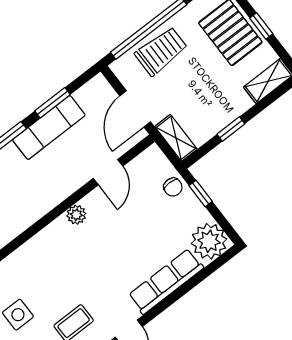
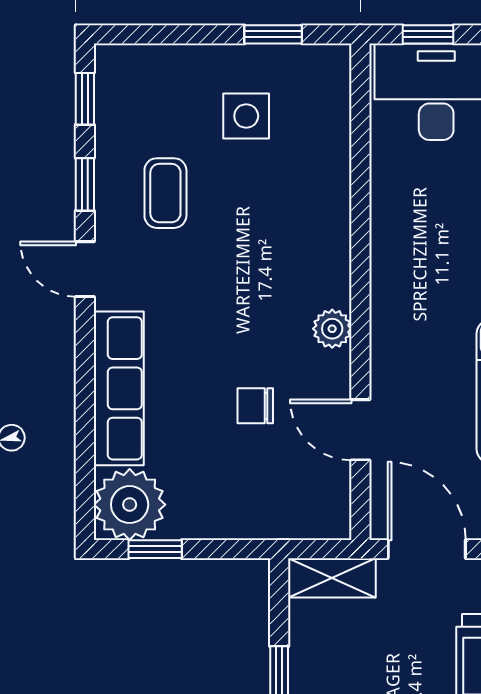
chair: (173, 187) -> (255, 406), moved
window: (201, 194) -> (155, 549), moved

